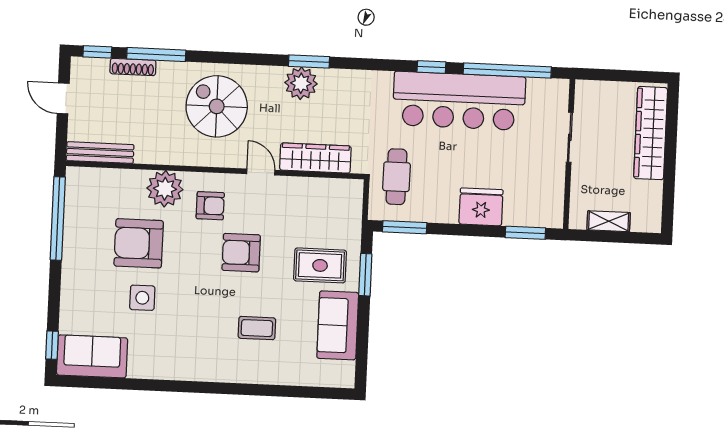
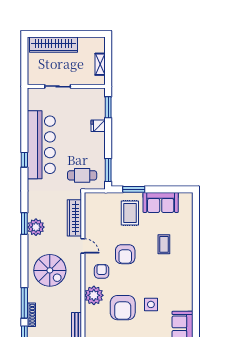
window: (507, 70) -> (24, 120), removed
spiral stairs: (217, 106) -> (50, 270), turned -90
door: (261, 172) -> (83, 246), swing flipped
fridge: (481, 207) -> (98, 126), width x0.53, depth x0.75

